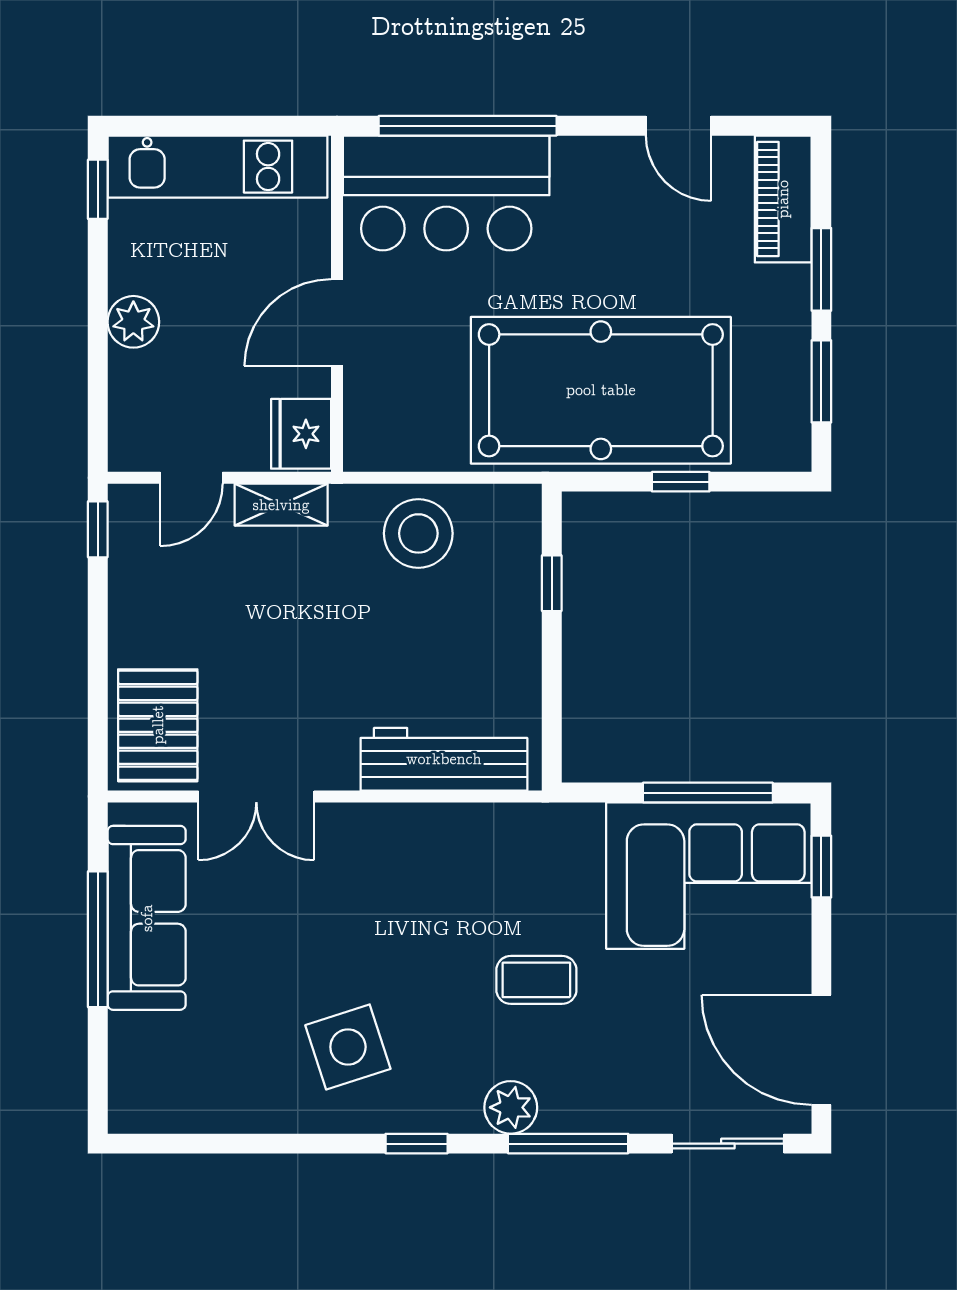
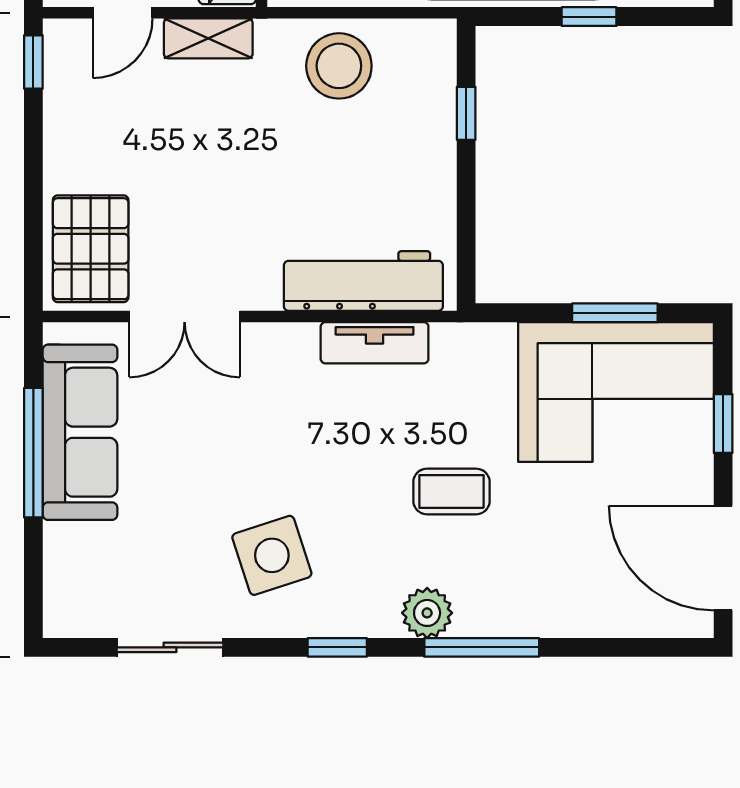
window: (708, 793) -> (615, 313), width x0.69
tv unit: (456, 824) -> (375, 343), added
window: (821, 867) -> (723, 423), moved
sliding door: (728, 1144) -> (170, 647), moved

